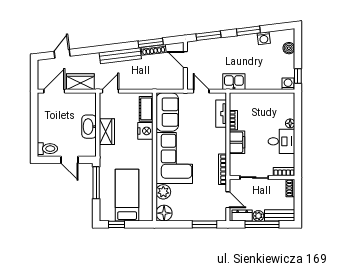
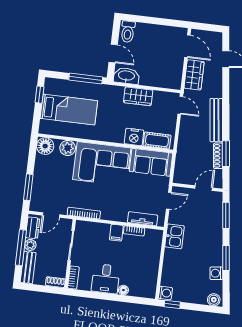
boiler: (289, 48) -> (214, 300), moved
washbasin: (89, 127) -> (126, 76), moved
filing cabinet: (237, 142) -> (116, 233), width x0.50
door: (70, 160) -> (113, 54), swing flipped

